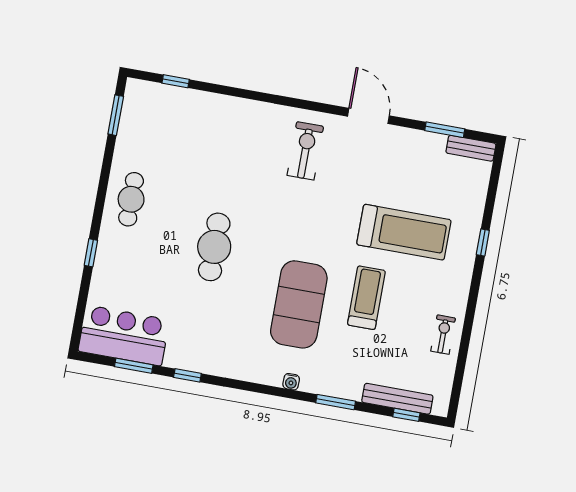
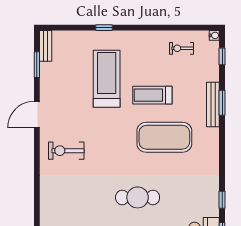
exercise bike: (443, 335) -> (182, 48), moved
water cooler: (291, 382) -> (214, 35), moved
bench: (397, 399) -> (213, 105), moved

